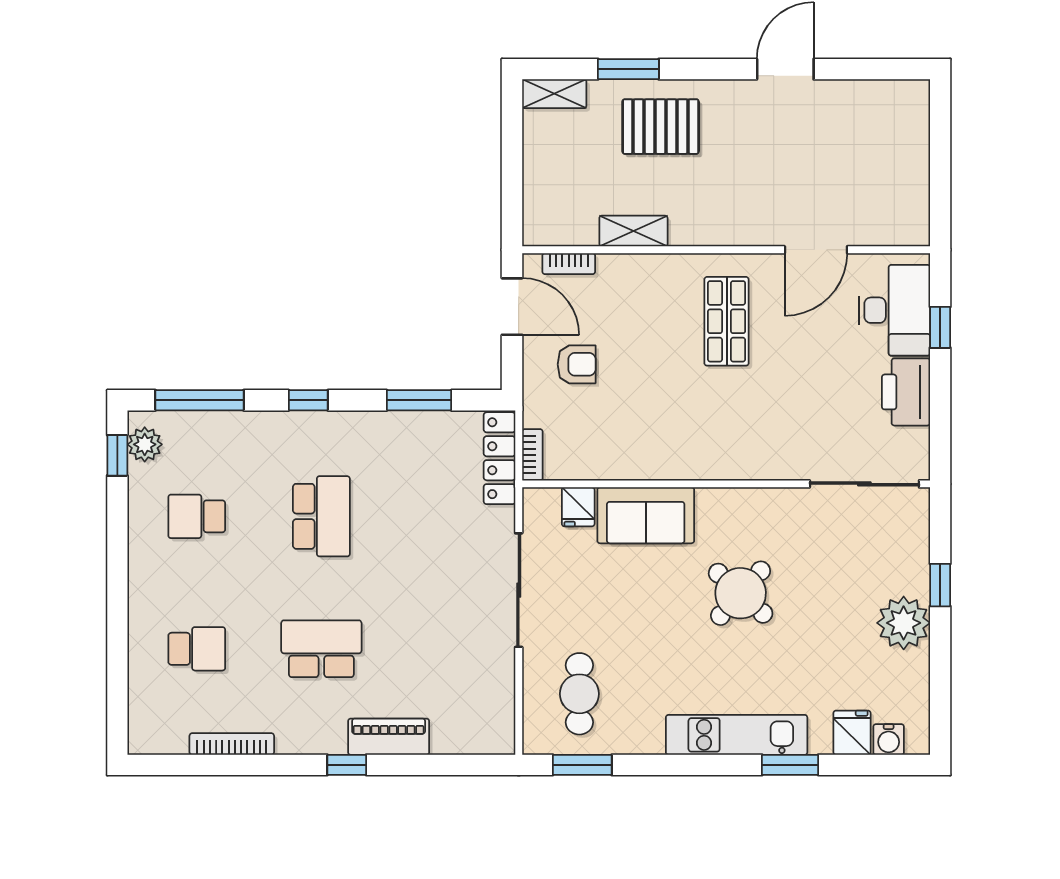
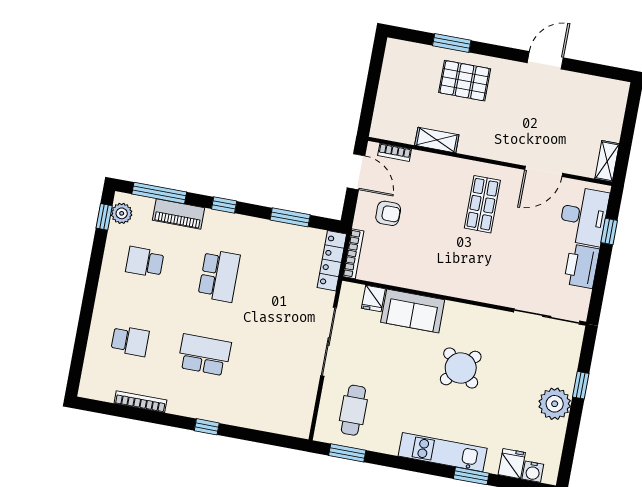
shelving: (554, 94) -> (607, 161), moved, turned 90
bookcase: (532, 455) -> (353, 254), width x1.56
piano: (389, 737) -> (179, 214), moved, turned 180

